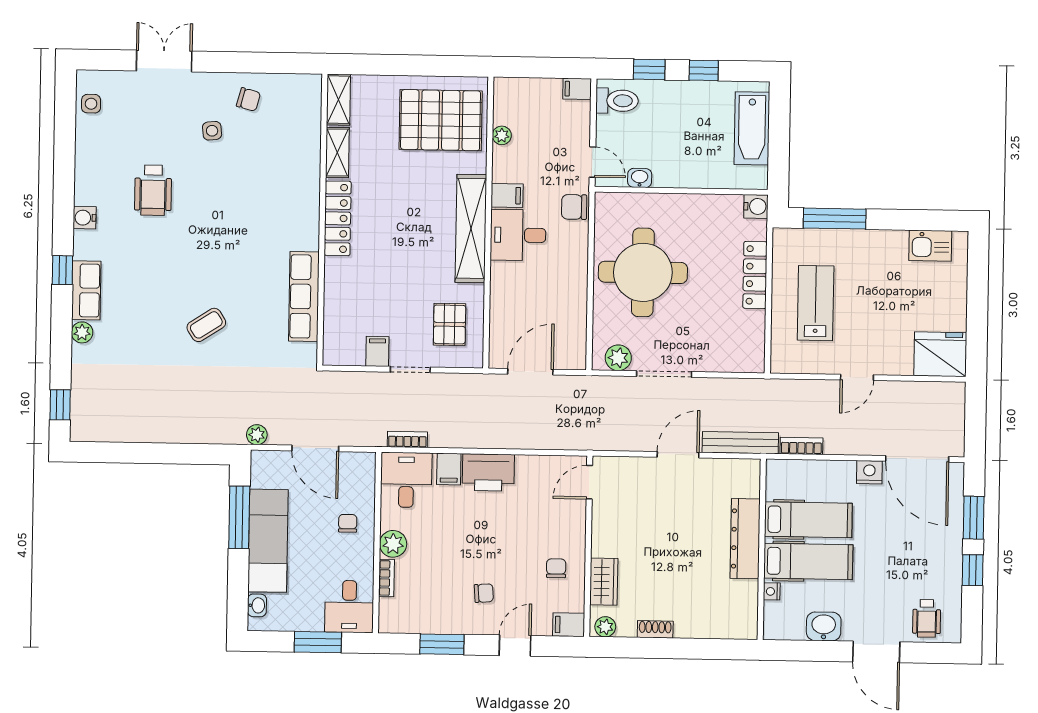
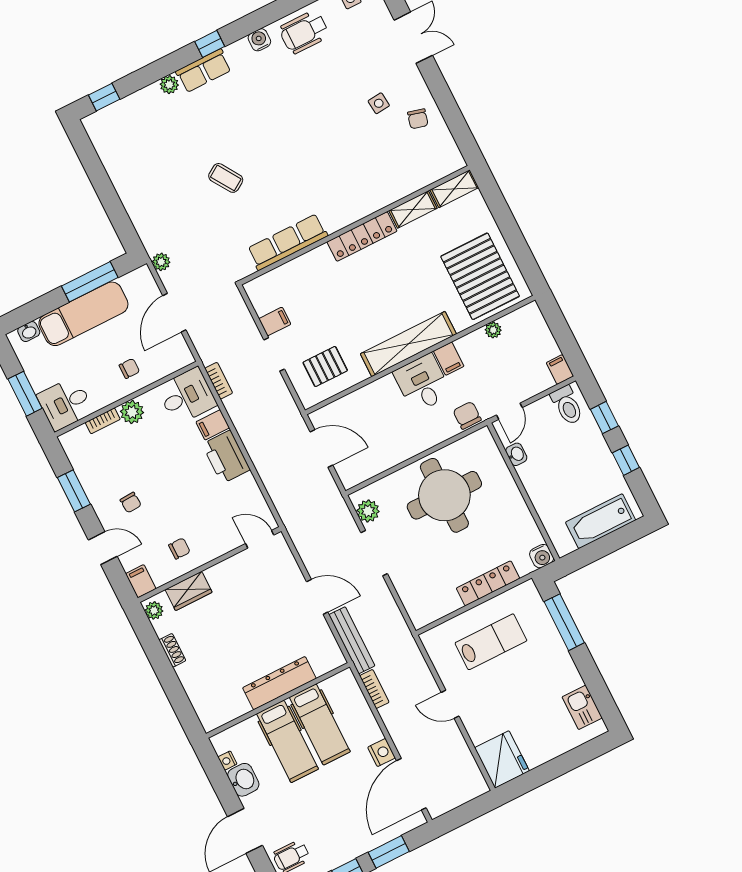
wheelchair: (153, 190) -> (304, 32), moved
nightstand: (772, 591) -> (227, 761), moved, turned -90

